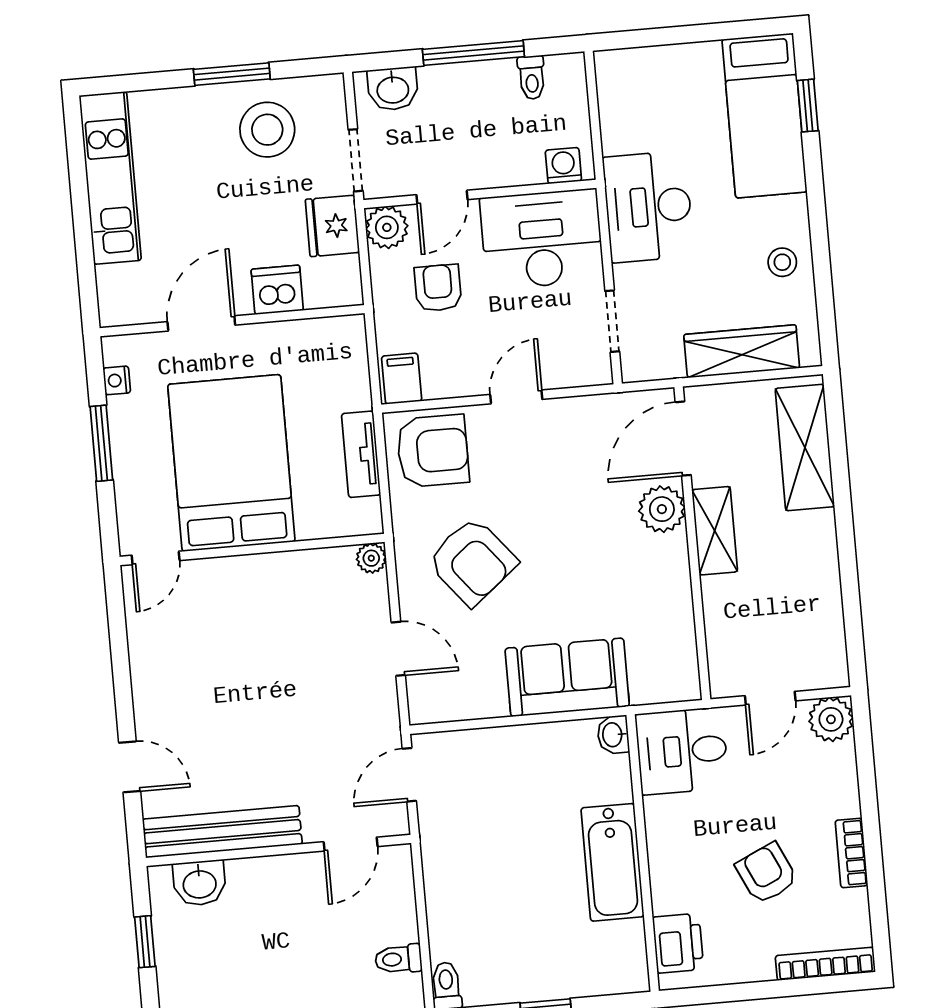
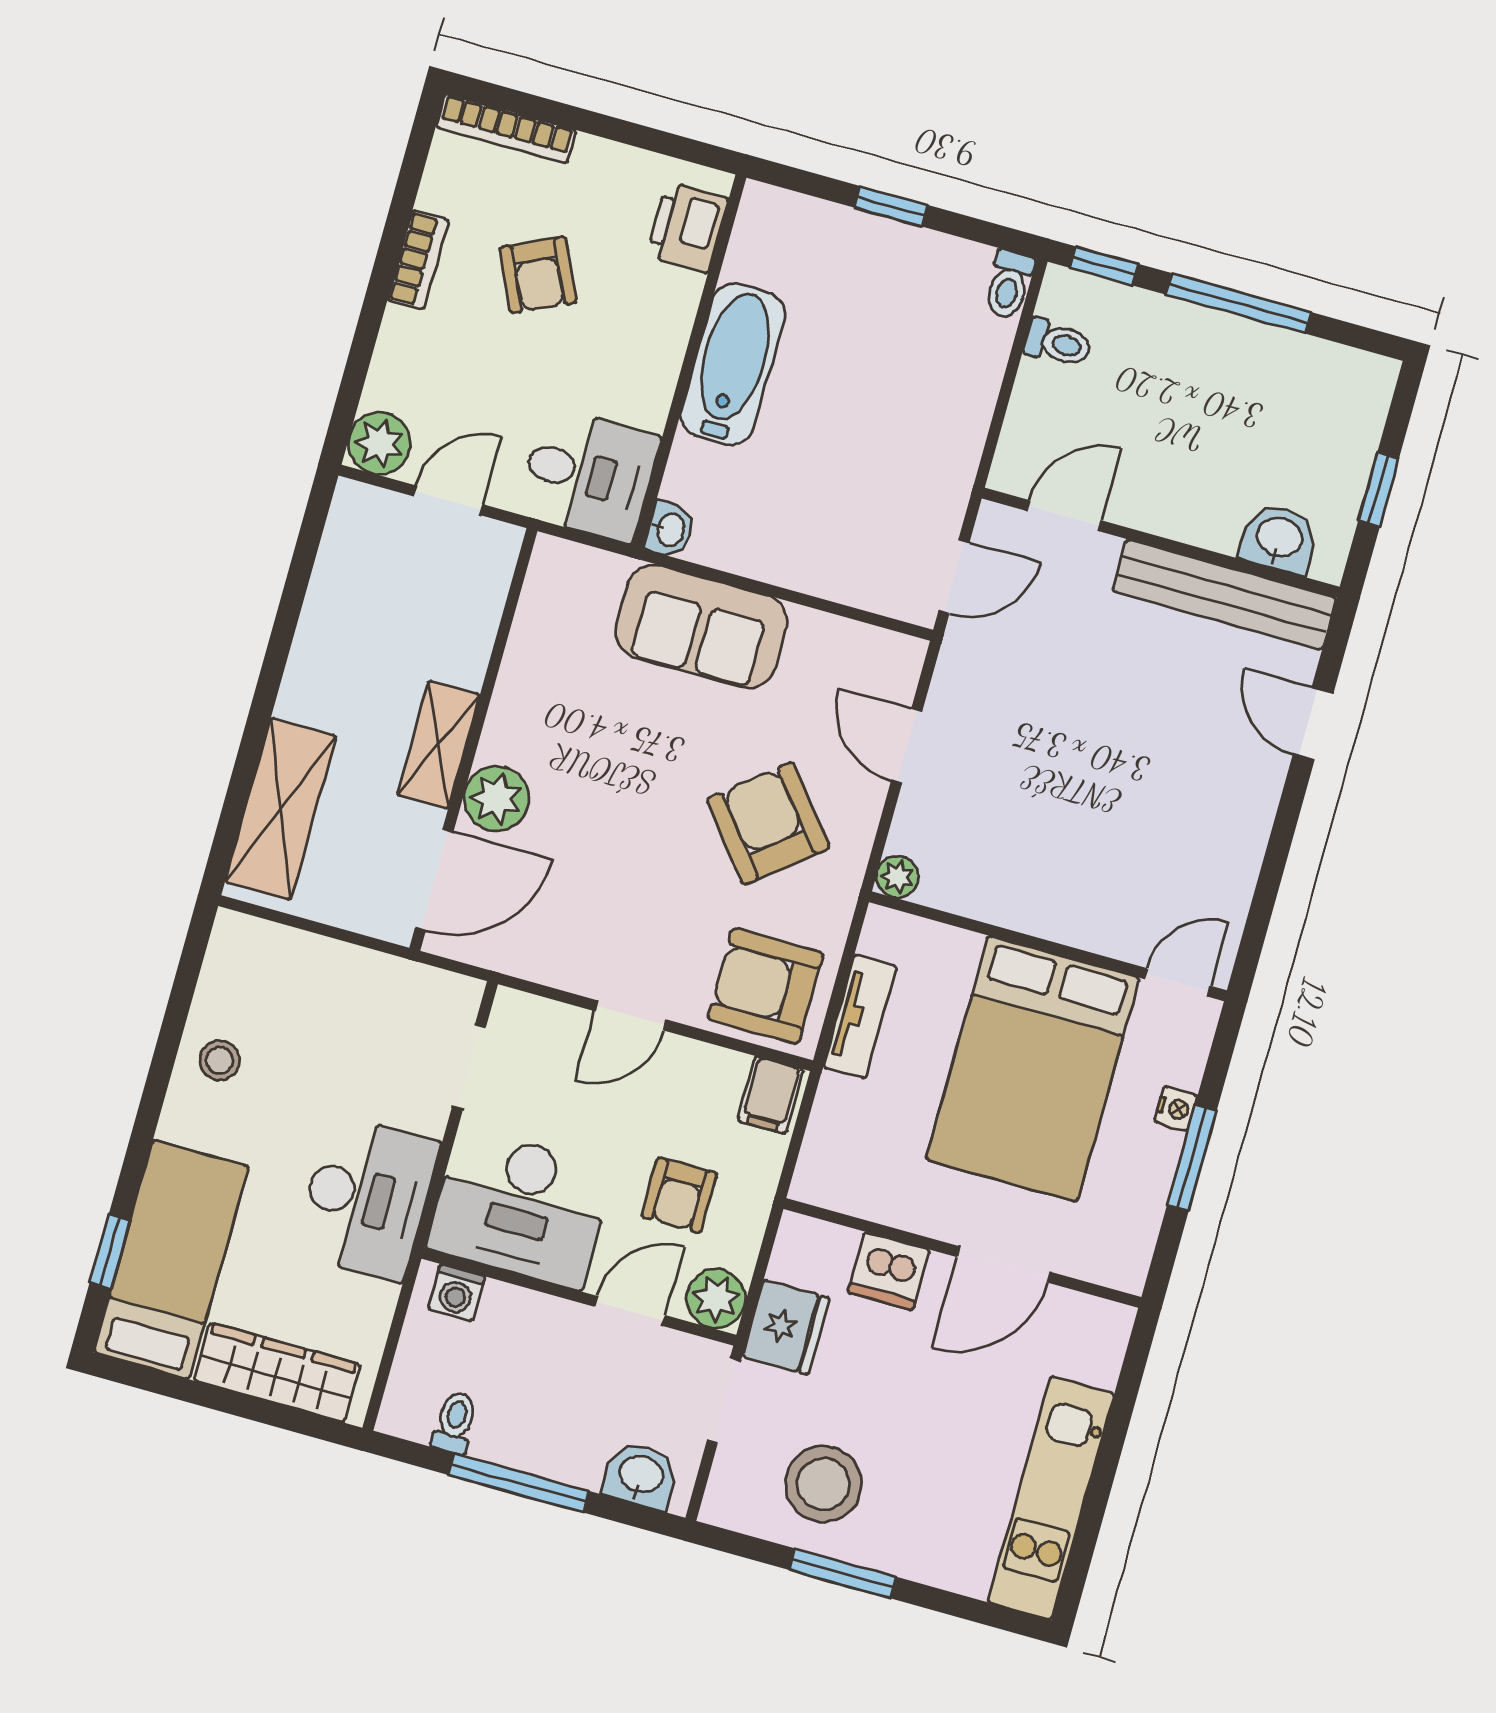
wardrobe: (742, 351) -> (277, 1372), moved, turned 180
nightstand: (117, 380) -> (1176, 1109), moved

